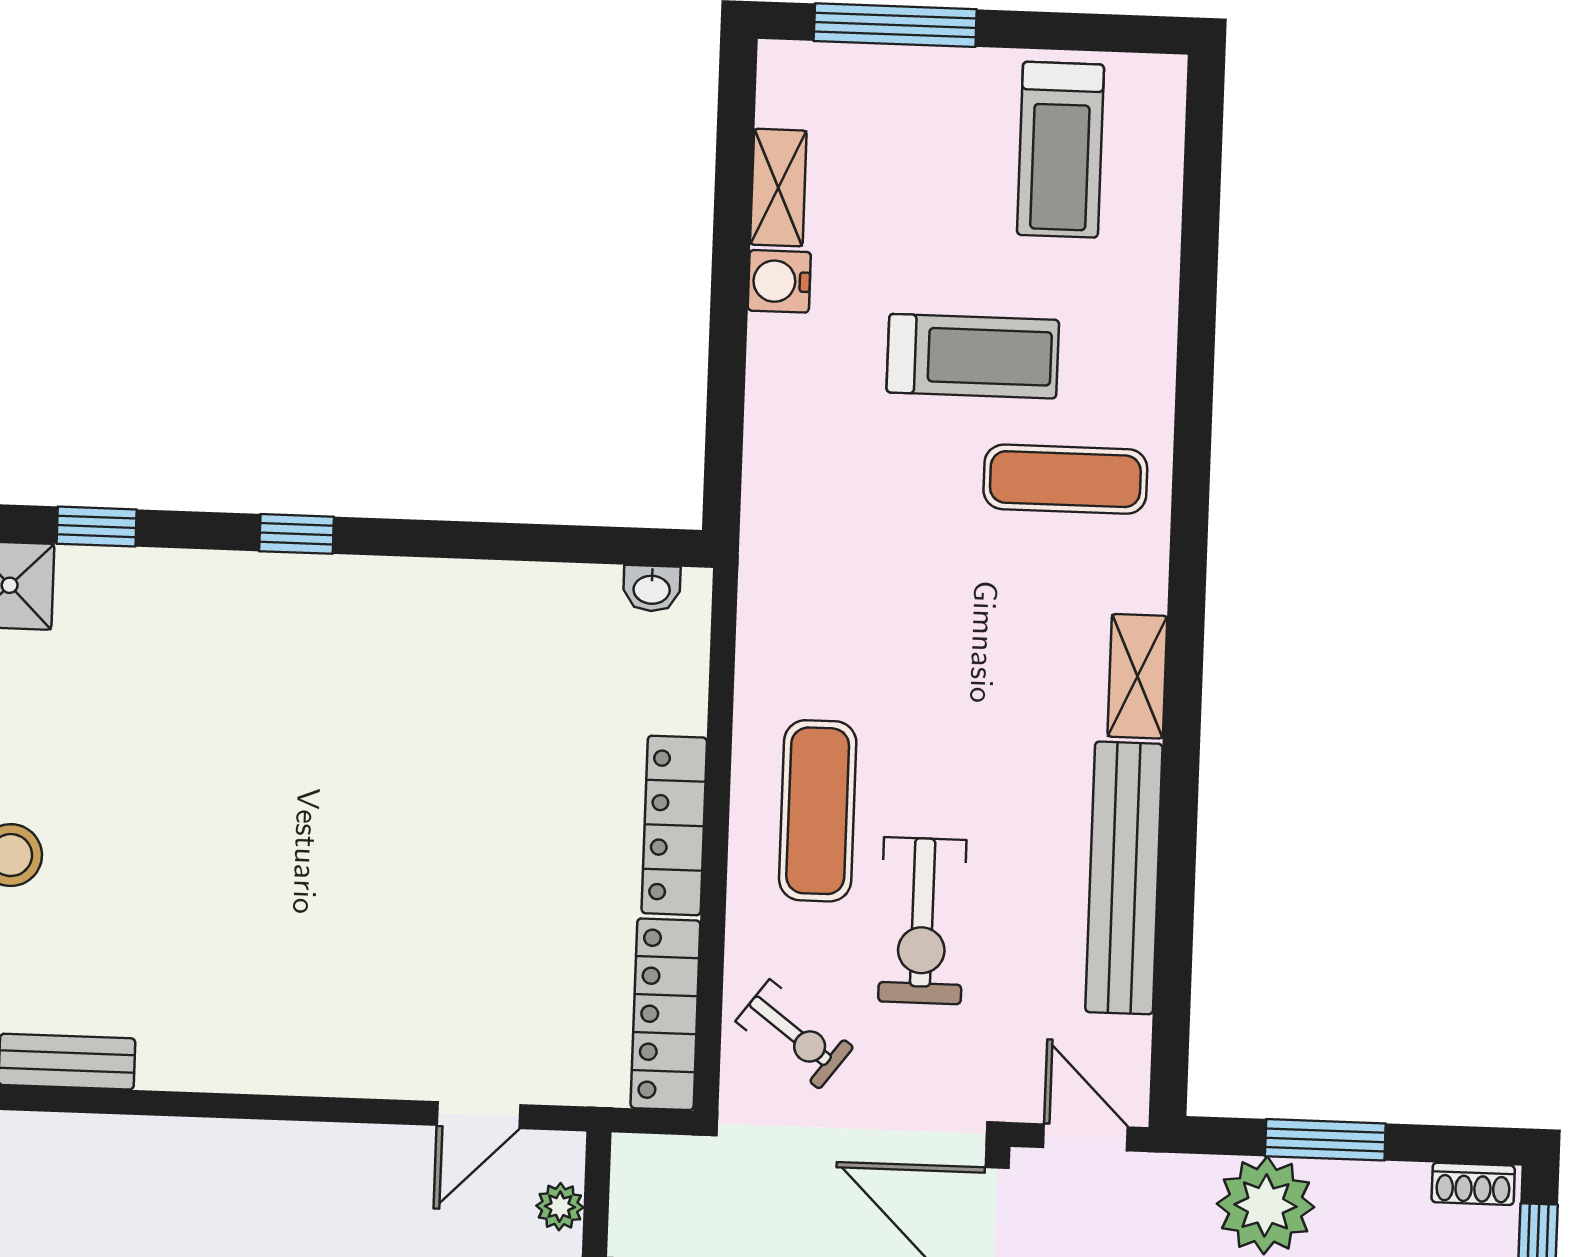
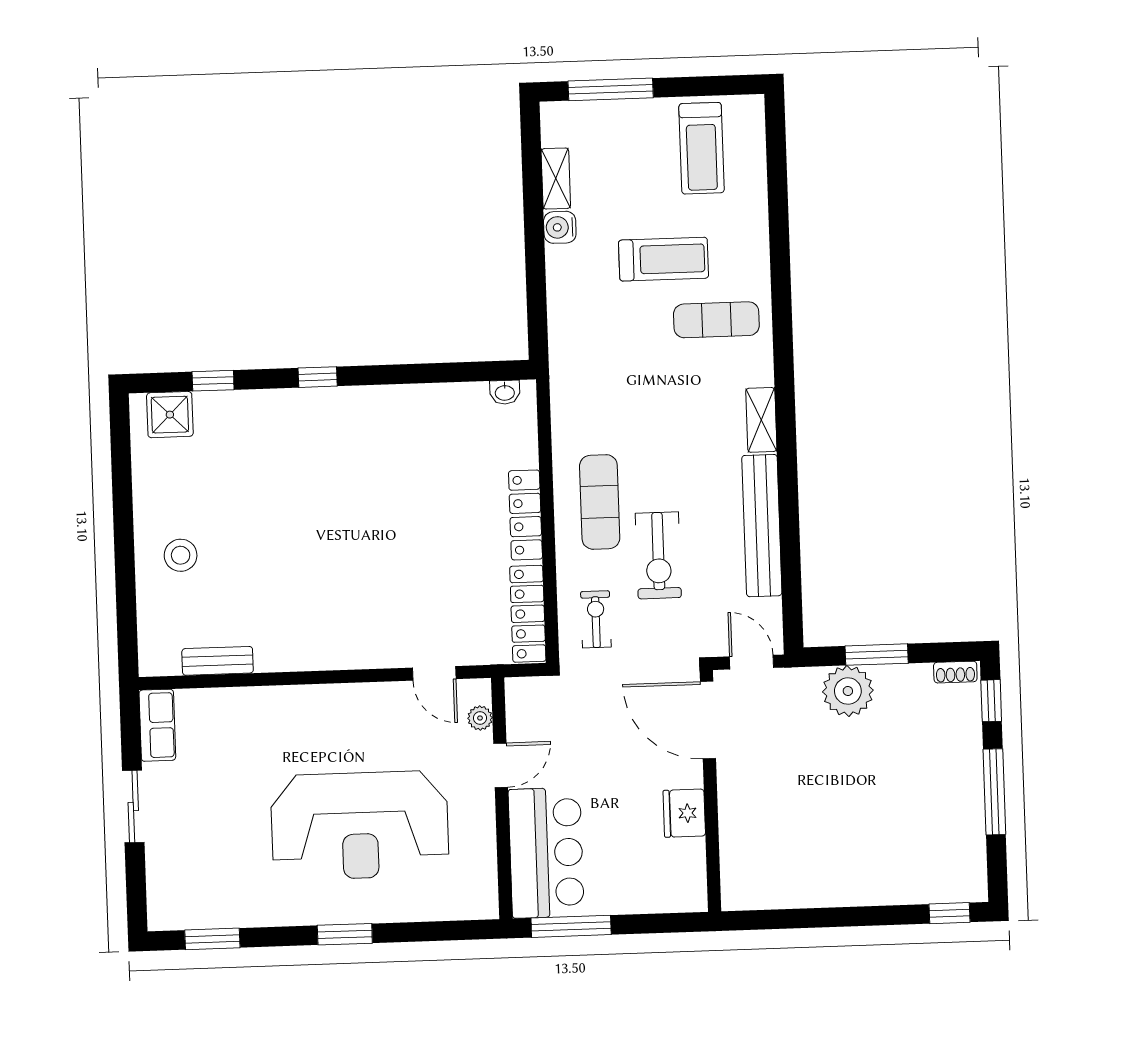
exercise bike: (794, 1034) -> (596, 619), turned -127
door: (478, 1115) -> (434, 673), hinge flipped

